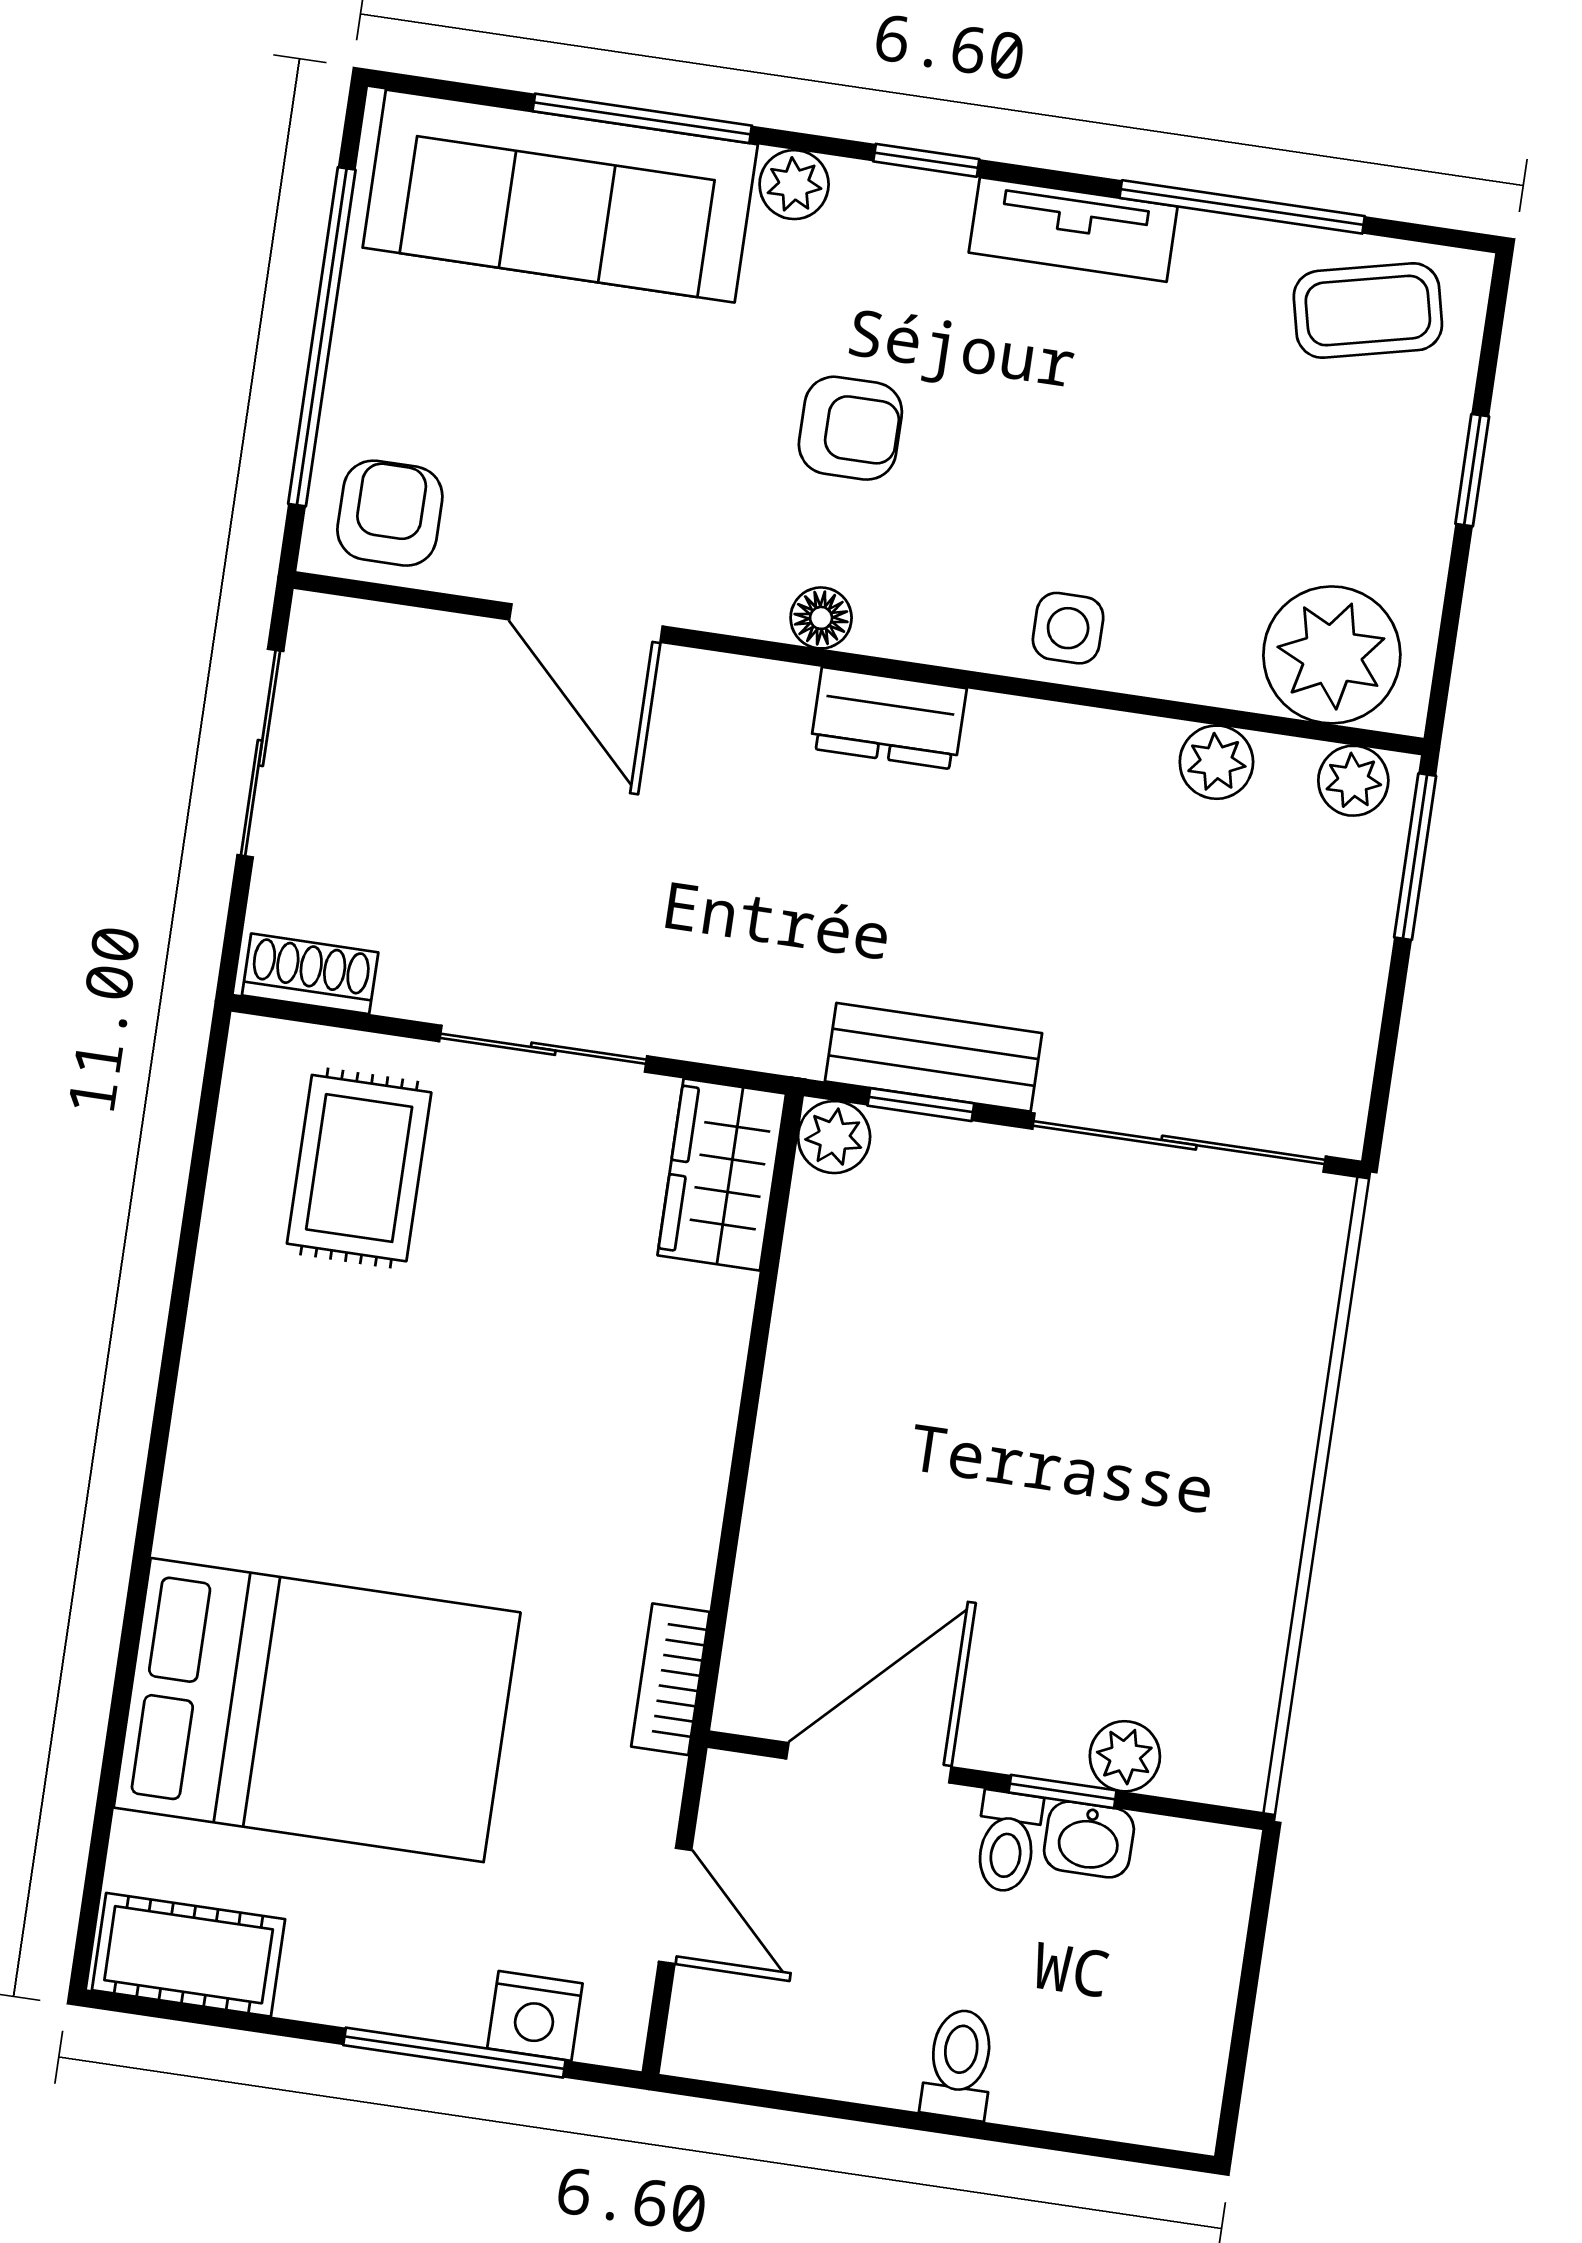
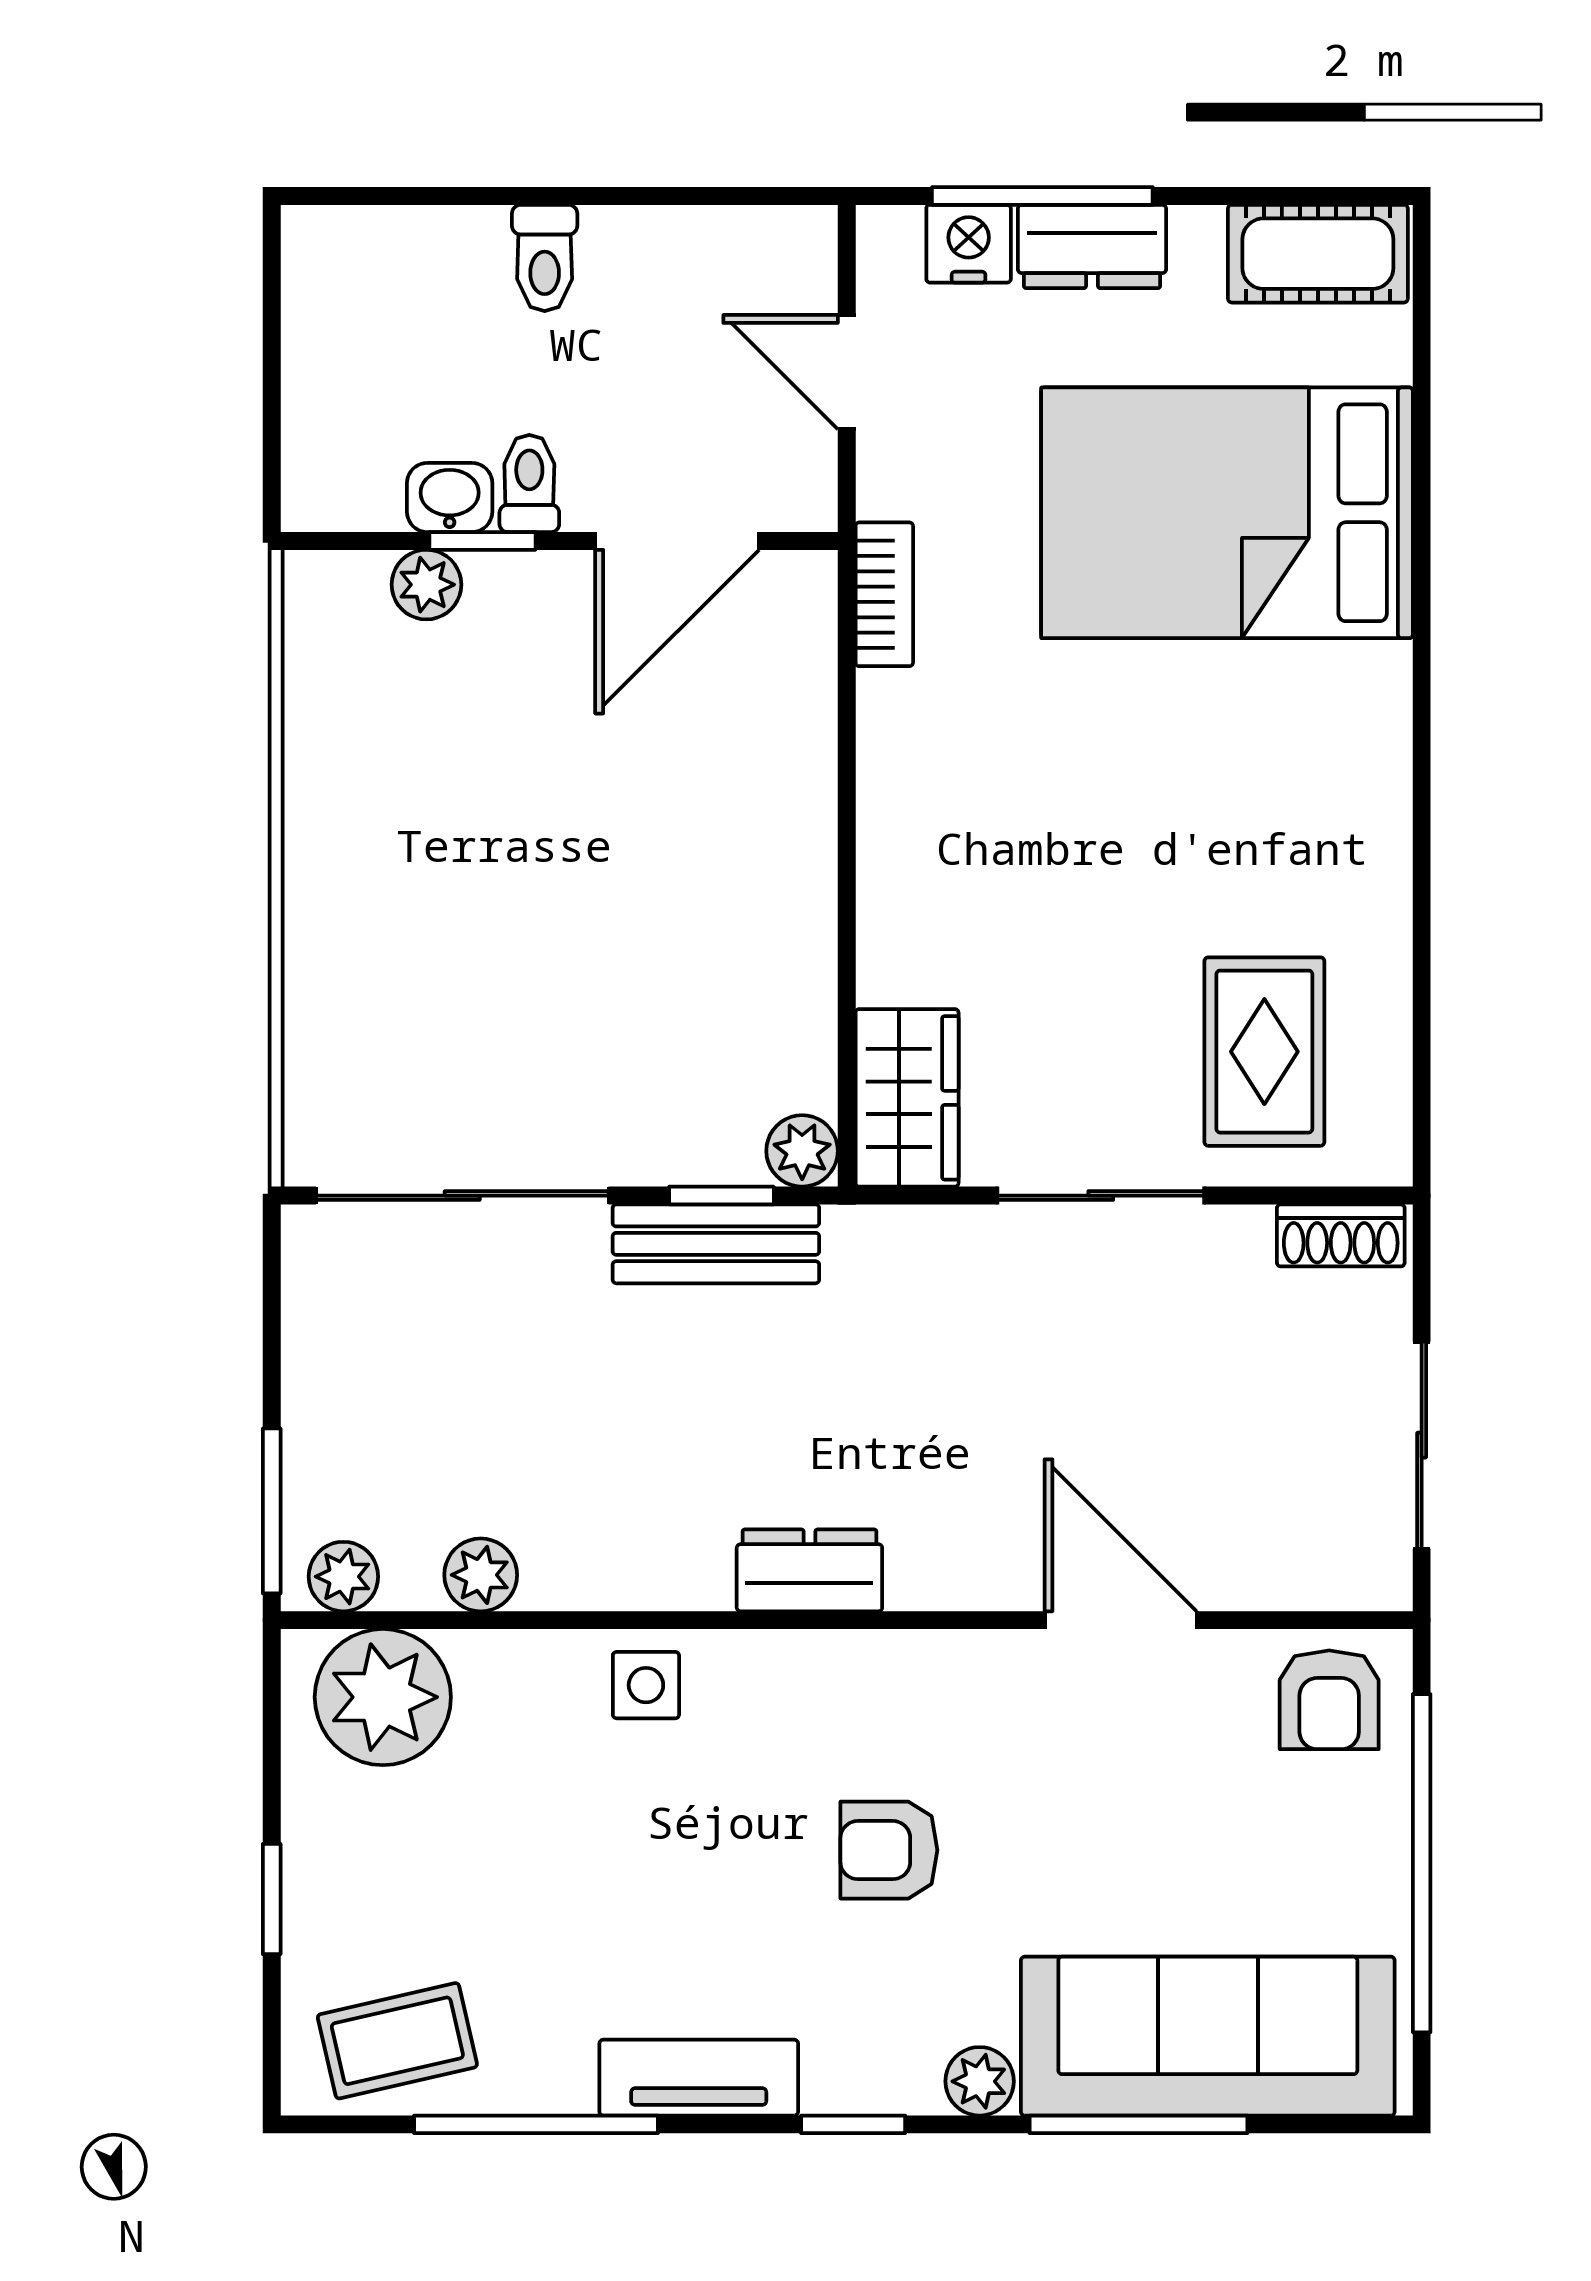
floor lamp: (821, 618) -> (890, 1659), removed
dresser: (412, 1995) -> (1092, 246), added

